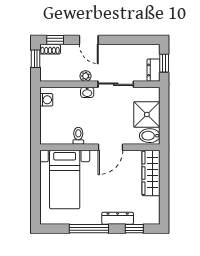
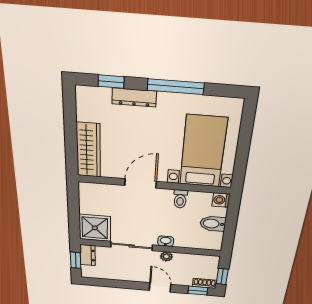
washing machine: (46, 100) -> (221, 200), moved
shower: (147, 115) -> (95, 228), moved
bidet: (150, 136) -> (213, 224), moved, turned 180

